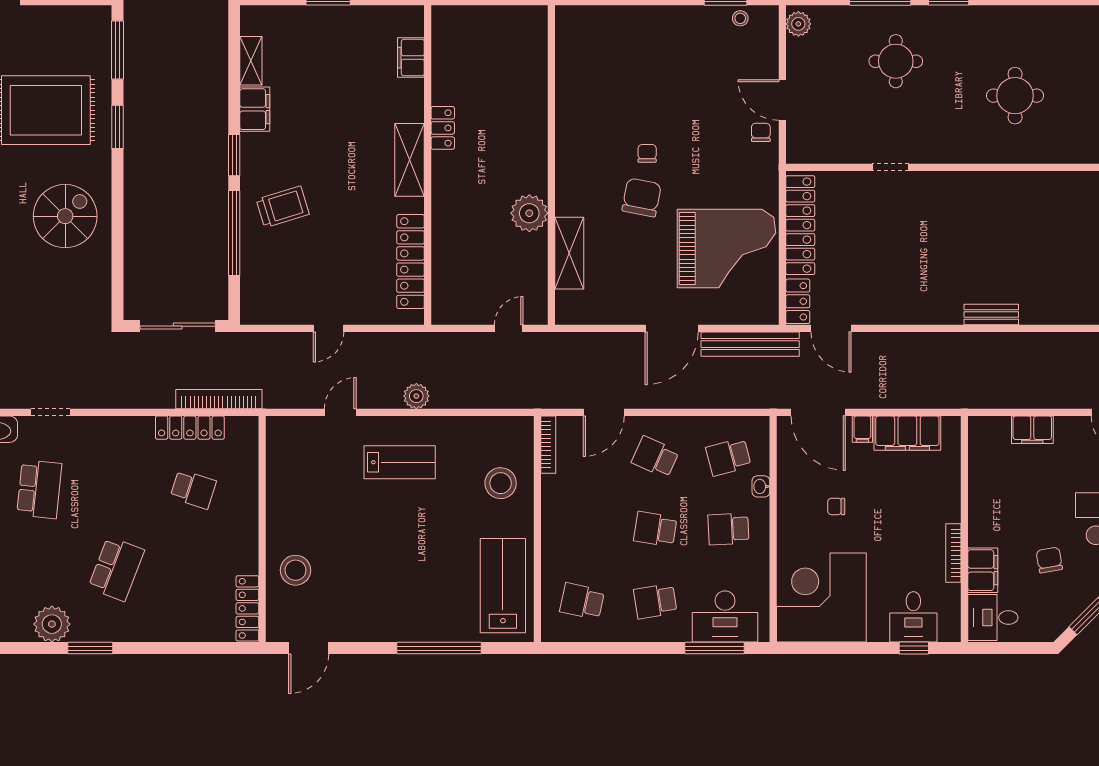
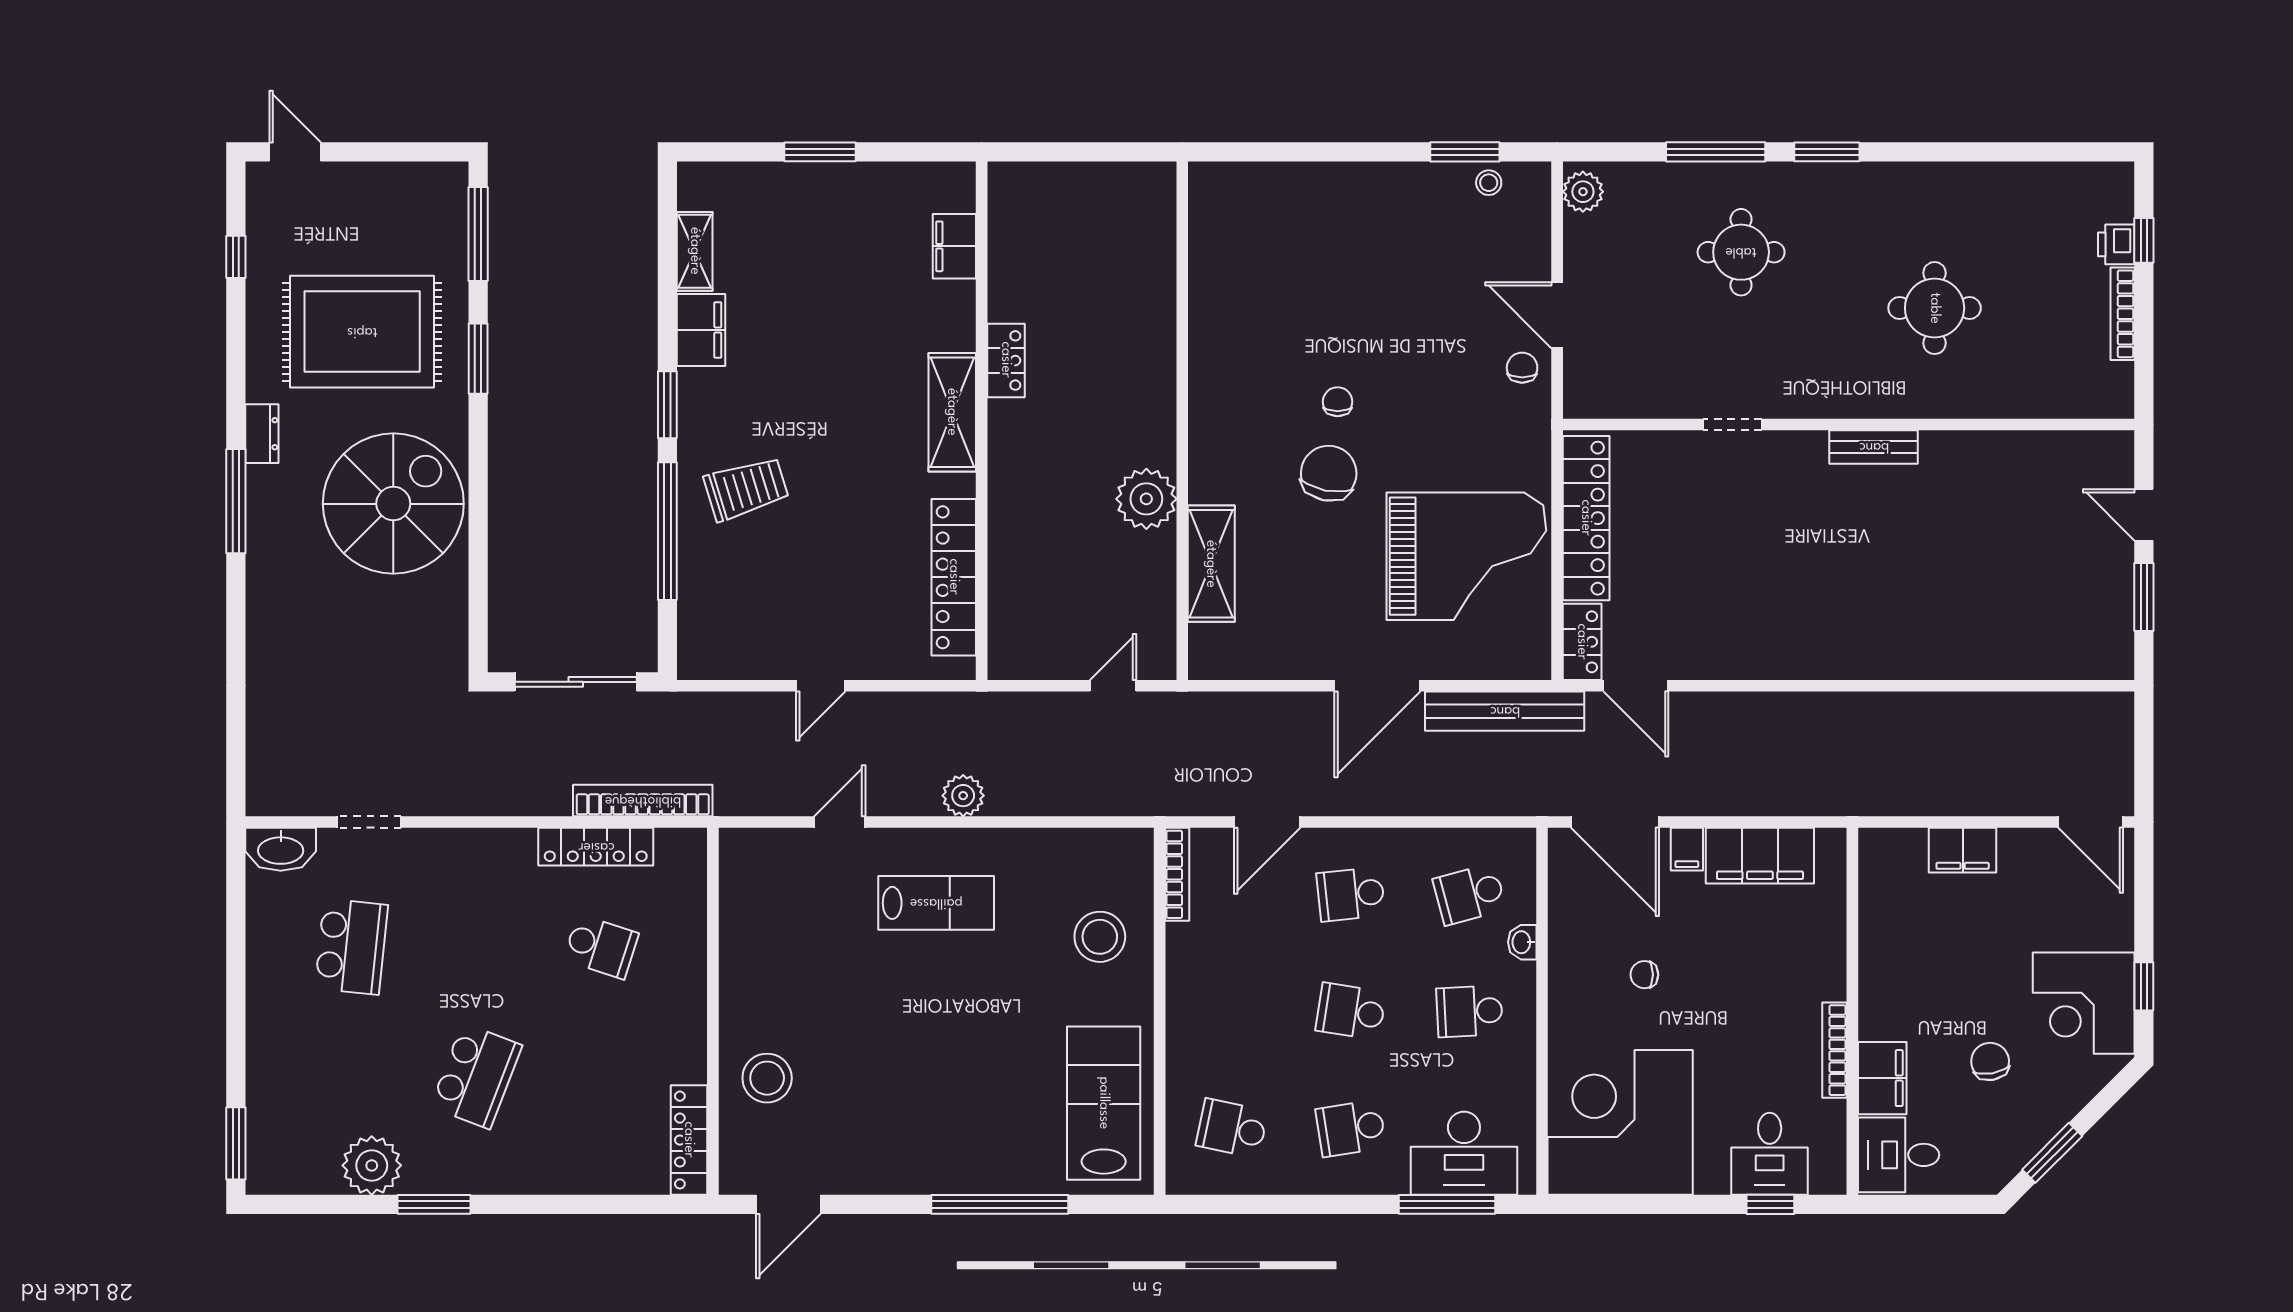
spiral stairs: (65, 216) -> (393, 504), width x1.37, depth x1.37
bench: (991, 315) -> (1874, 447), moved
school desk: (655, 457) -> (1351, 894), turned -30

